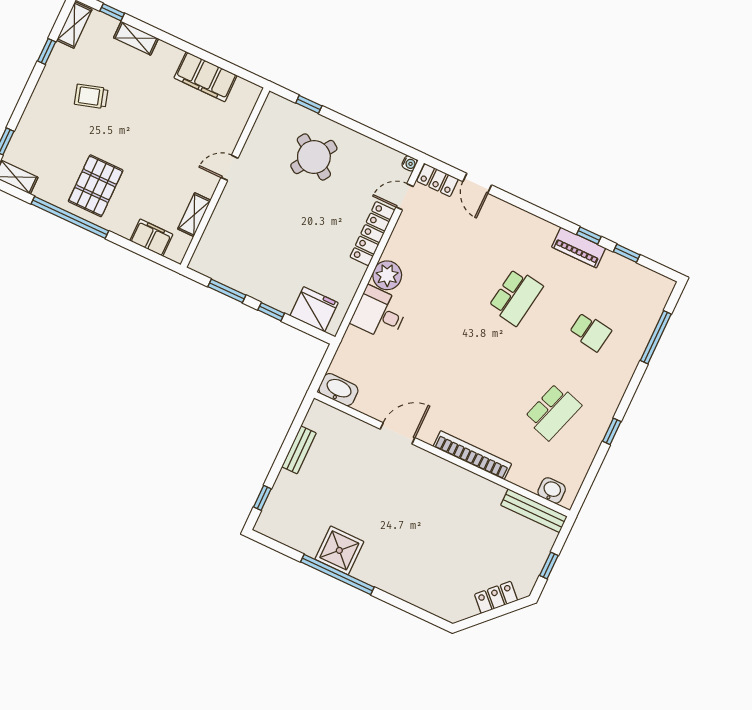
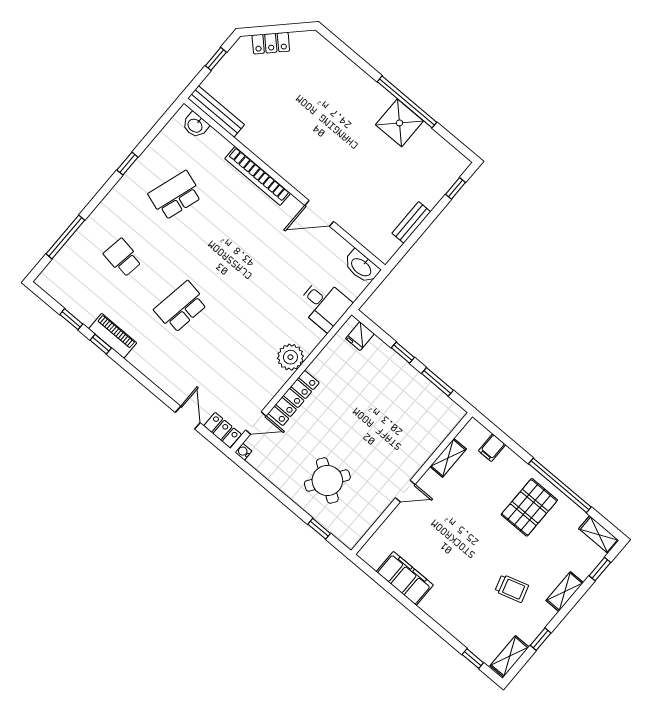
shelving: (136, 38) -> (565, 592), moved, turned 90
filing cabinet: (151, 238) -> (492, 448), width x0.50
fridge: (314, 309) -> (360, 336), width x0.53, depth x0.75
desk: (379, 313) -> (324, 304), moved

